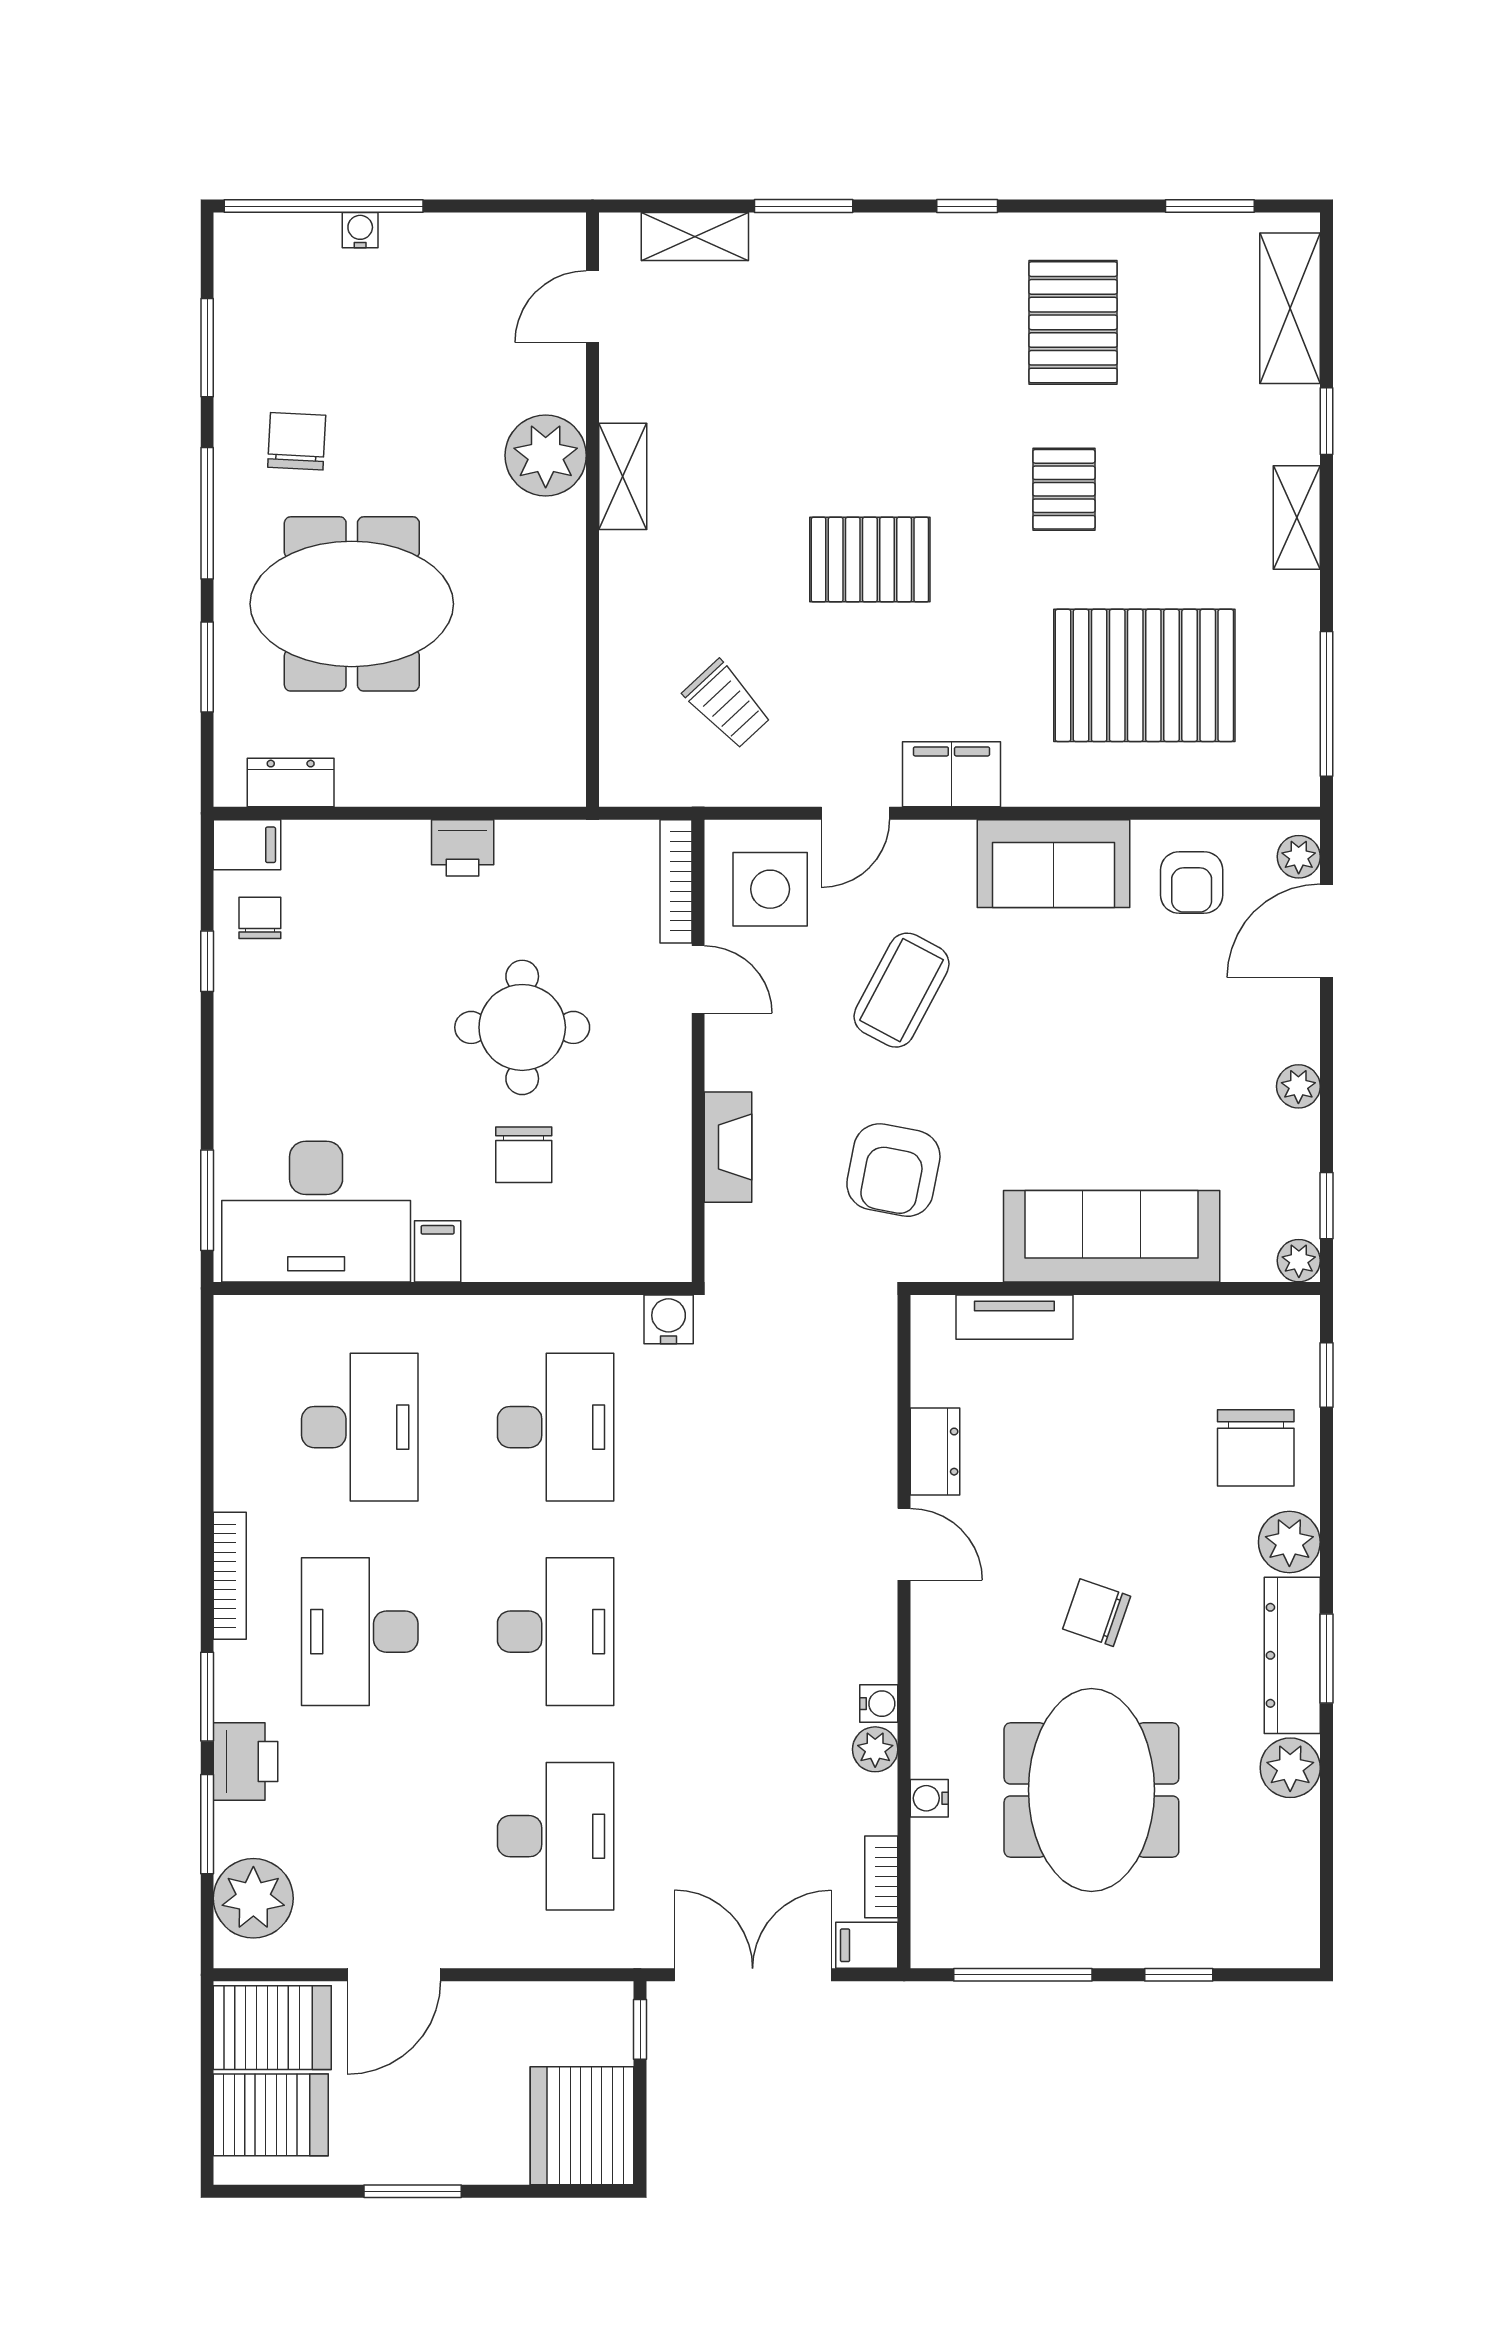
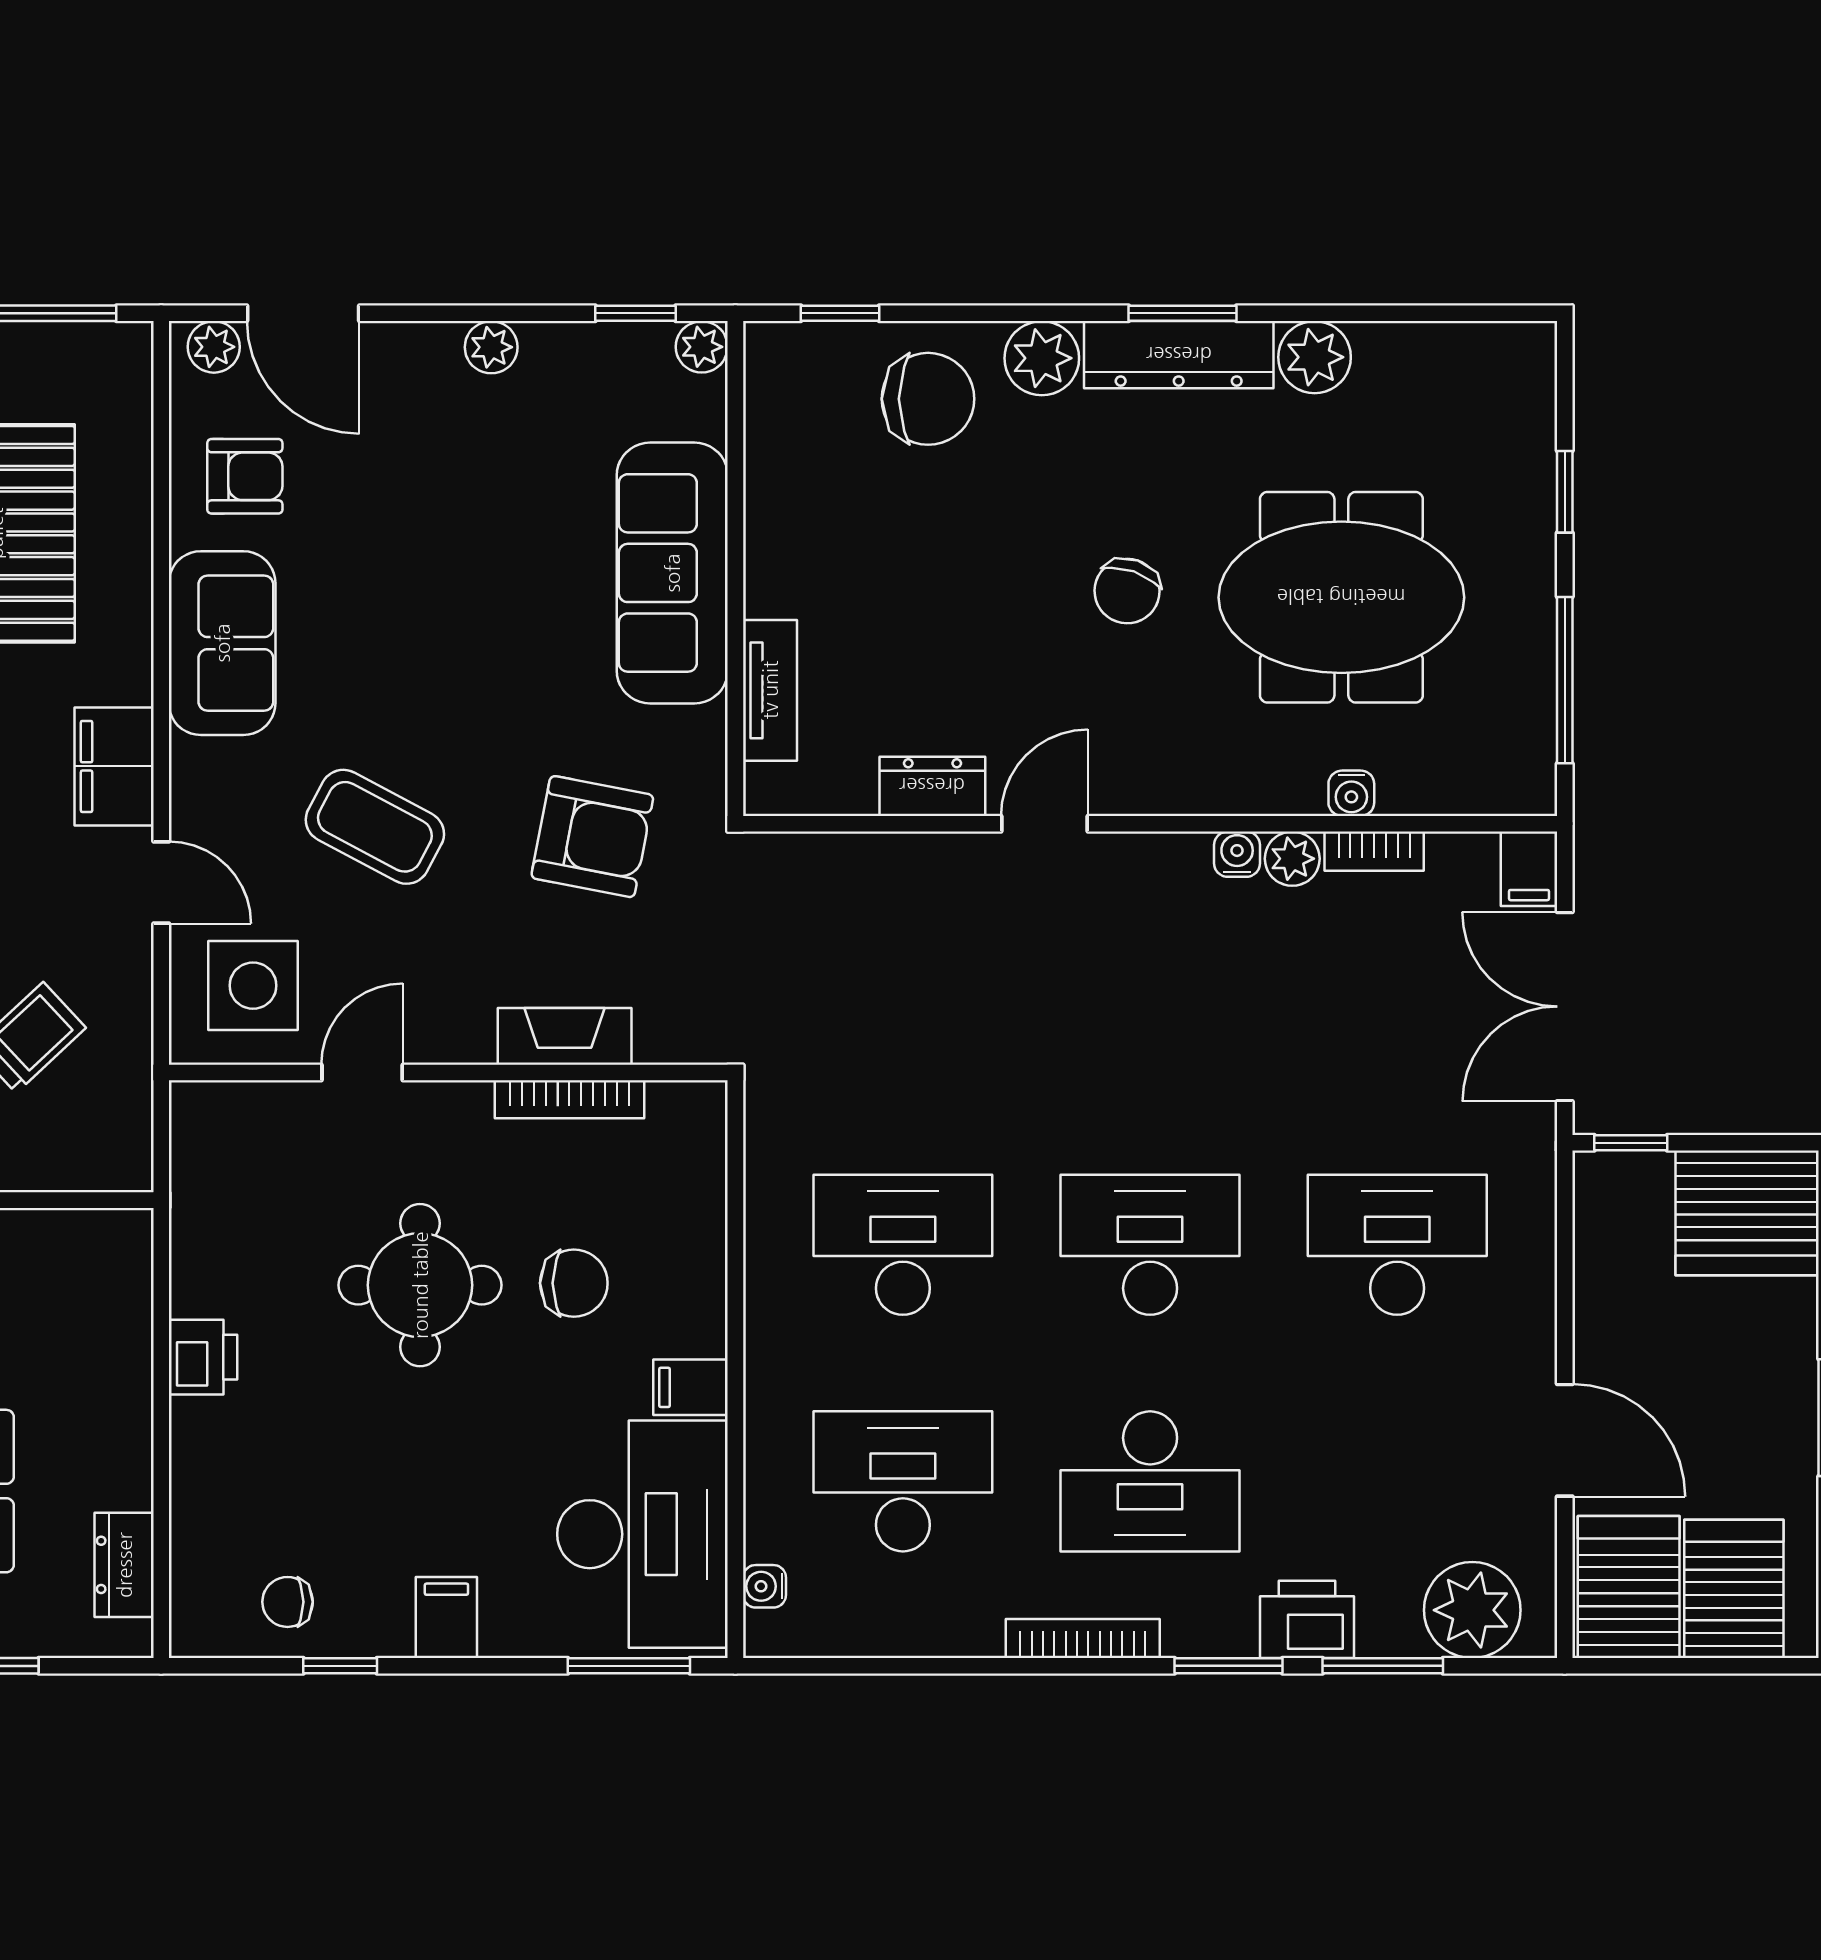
filing cabinet: (247, 845) -> (446, 1618), moved
bookcase: (676, 881) -> (569, 1099), moved
water cooler: (669, 1319) -> (764, 1586), moved, width x0.72, depth x0.72
bookcase: (881, 1877) -> (1374, 851), moved

